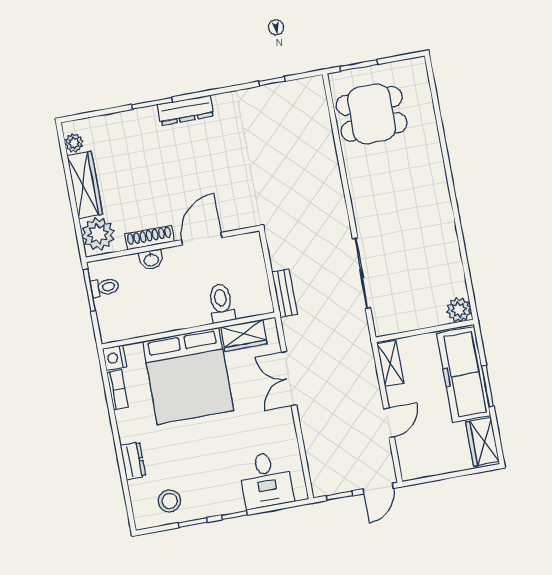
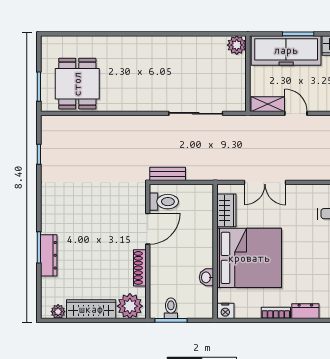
dresser: (186, 110) -> (49, 255), moved
door: (202, 239) -> (148, 229), swing flipped
washbasin: (151, 260) -> (206, 277), moved, turned 180
bench: (285, 293) -> (168, 174), moved
toilet: (221, 303) -> (164, 202), moved, turned 180
bookcase: (118, 390) -> (276, 313), moved
door: (389, 423) -> (296, 113), moved

